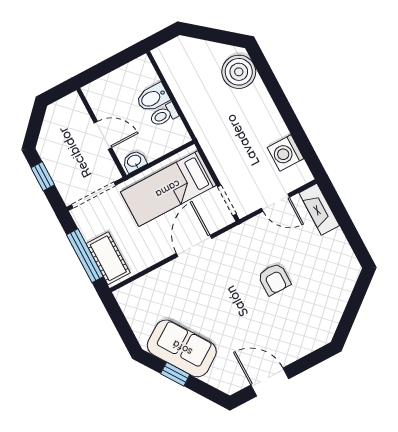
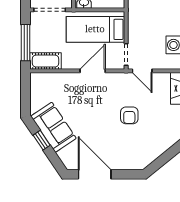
door: (275, 203) -> (142, 71), moved
cot: (108, 258) -> (46, 61), moved, turned 90
door: (270, 382) -> (95, 174), width x1.36

